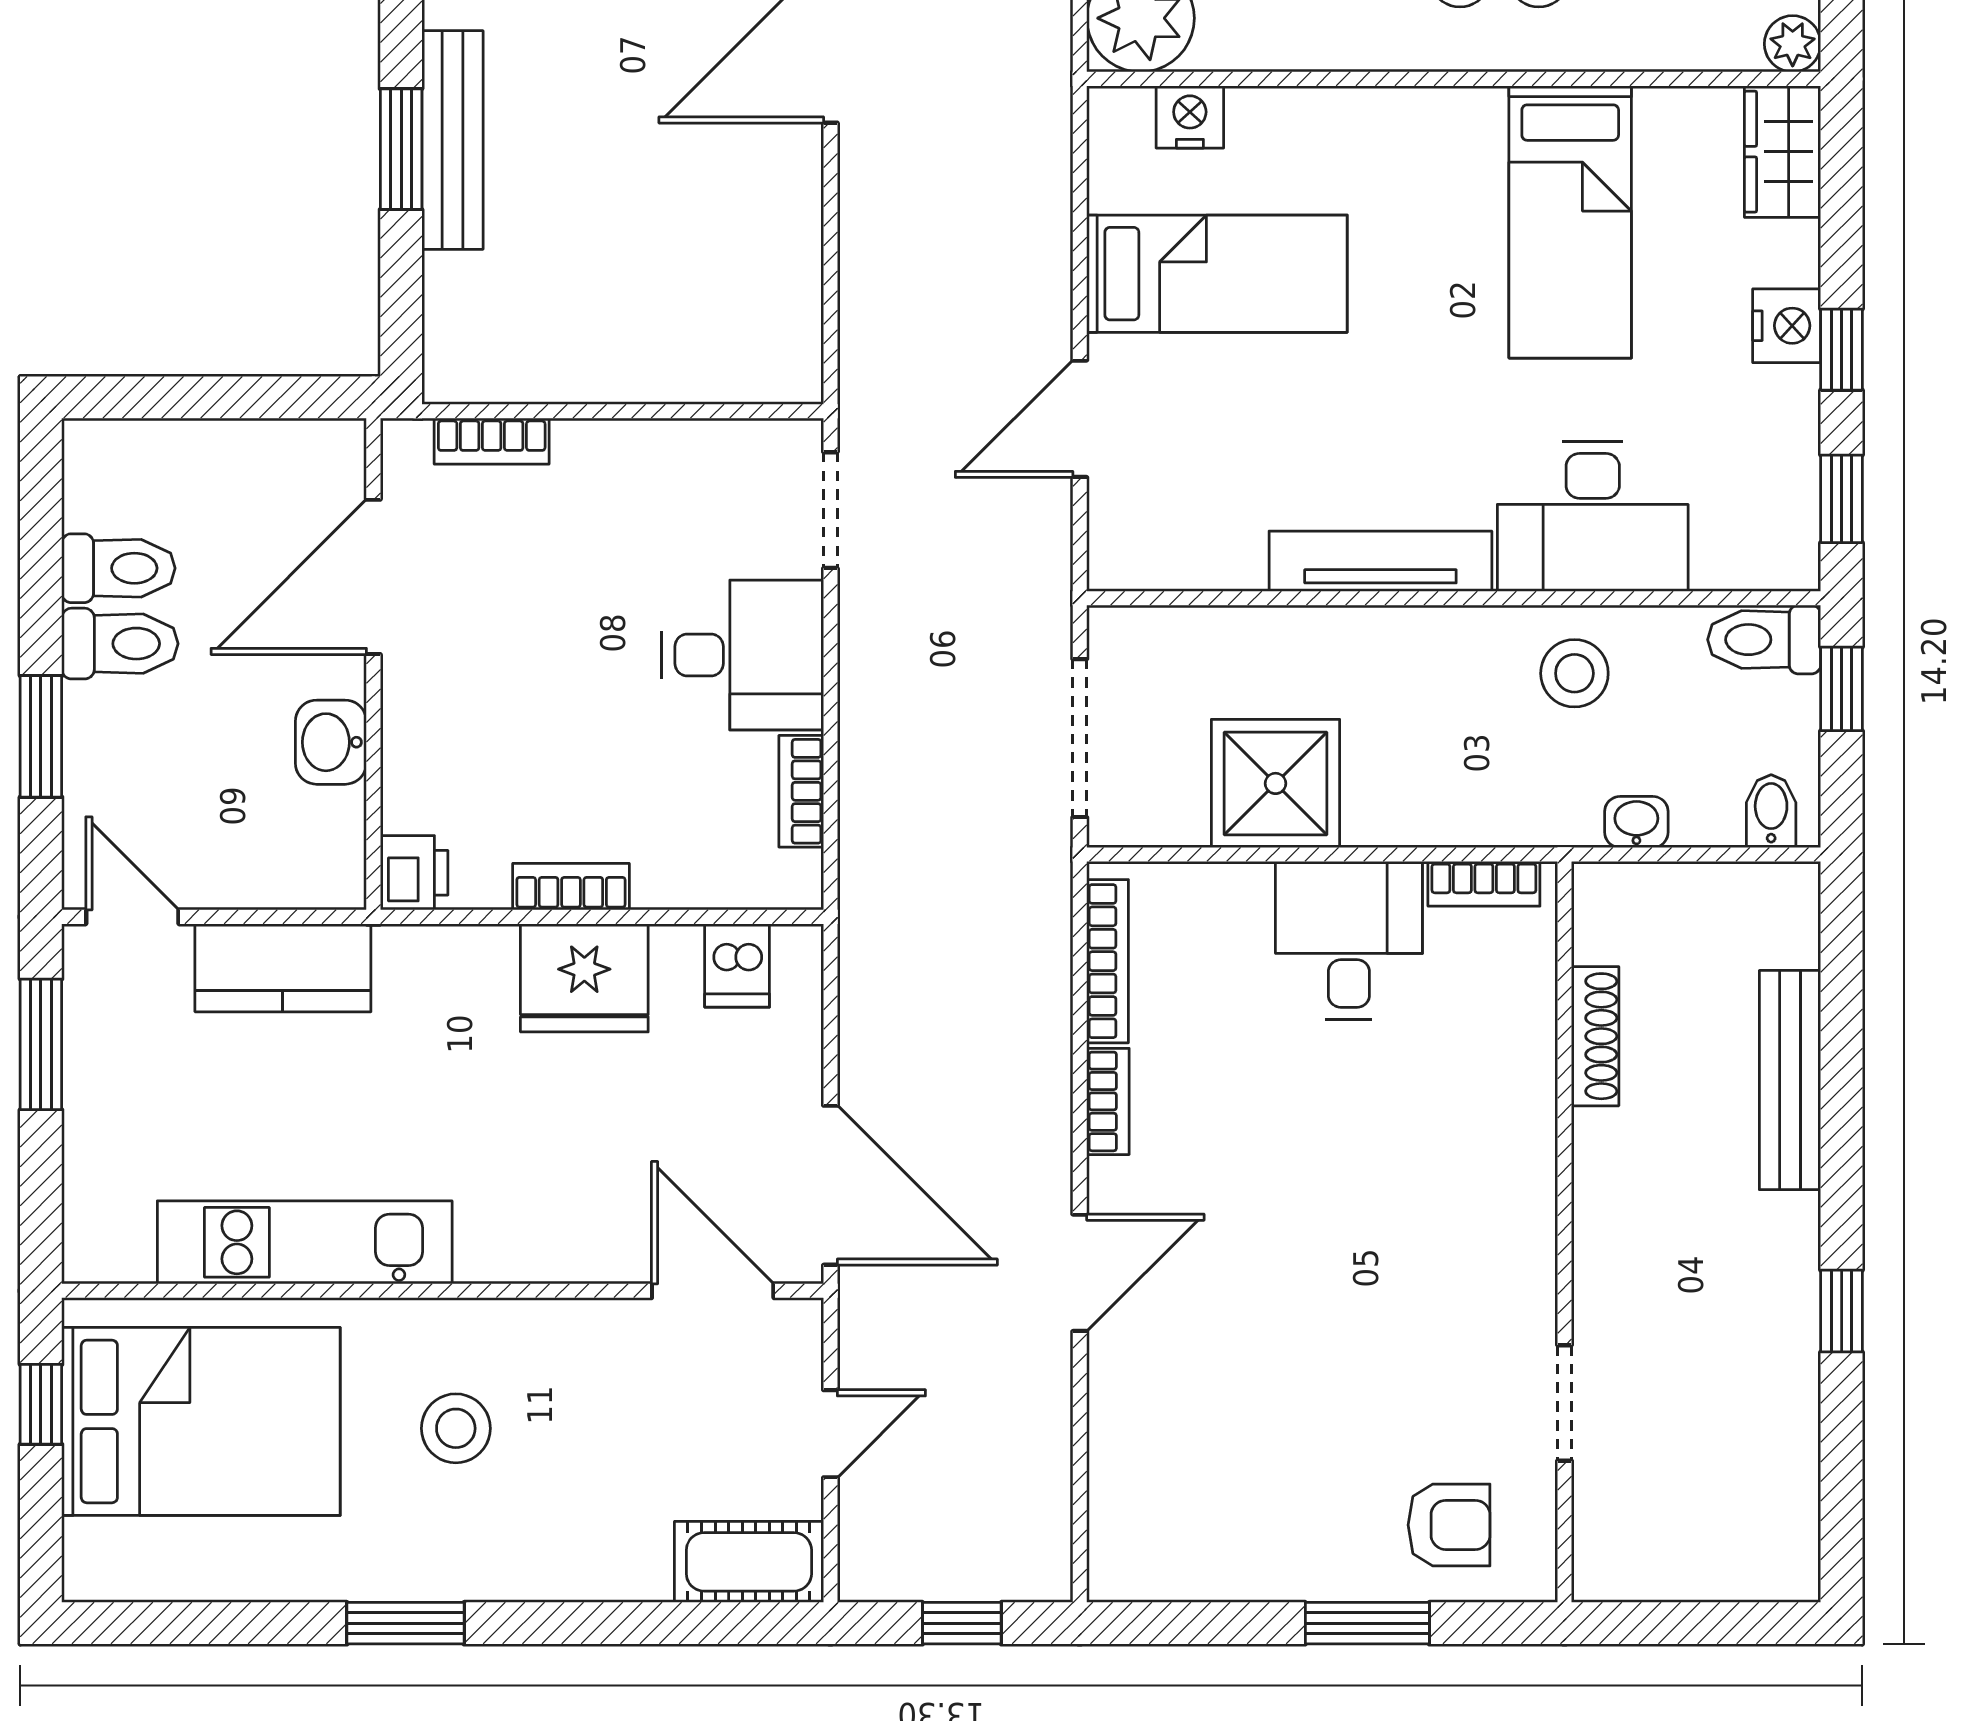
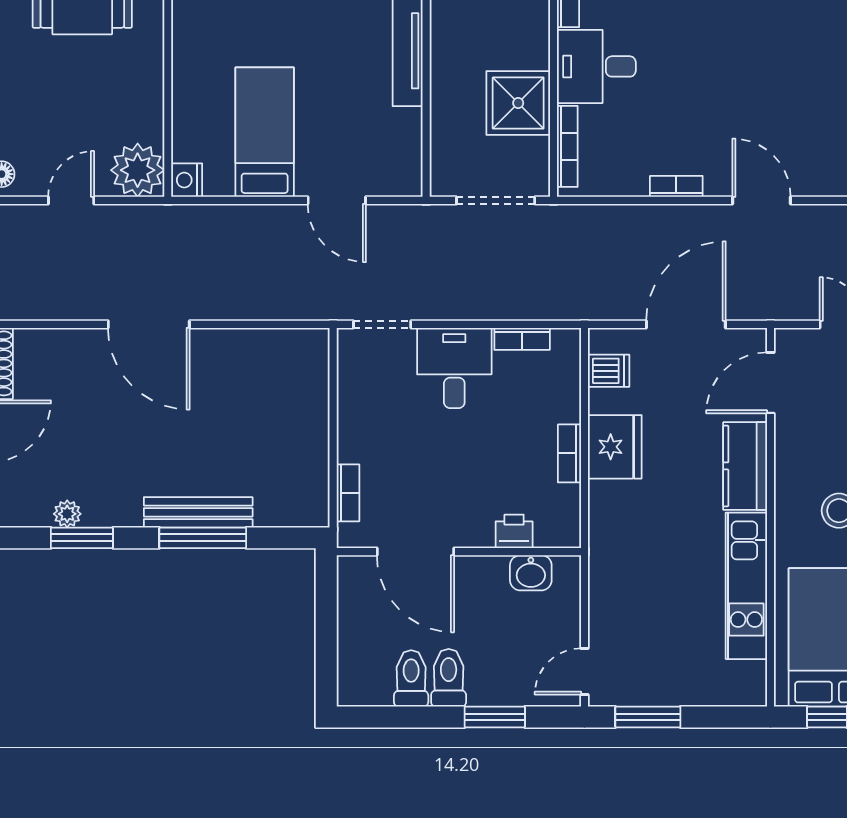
nightstand: (1190, 117) -> (187, 180), moved
window: (401, 149) -> (203, 538), width x1.44
washbasin: (331, 742) -> (531, 573), moved
printer: (414, 873) -> (514, 531), moved
bookcase: (1108, 961) -> (567, 146), moved, turned 90
kitchen counter: (283, 968) -> (745, 466), moved, turned 180
door: (830, 1185) -> (686, 324), moved

